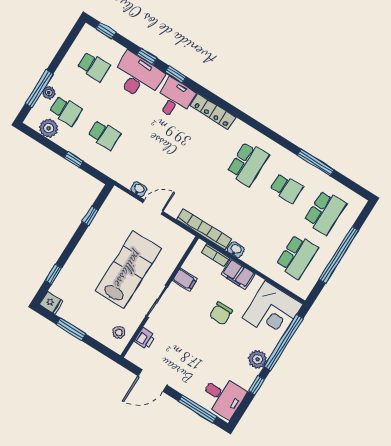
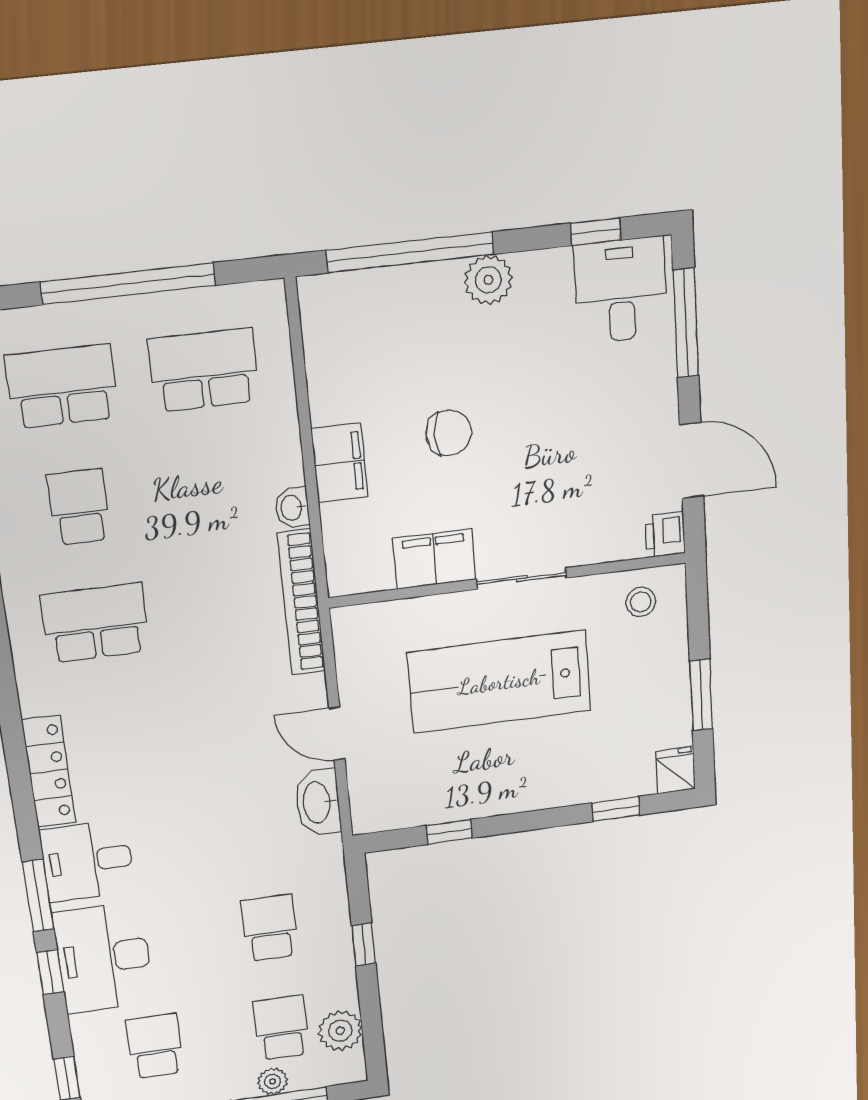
window: (176, 74) -> (38, 896), width x1.50
washbasin: (139, 189) -> (318, 802), width x1.91, depth x1.45
bookcase: (215, 255) -> (336, 539), removed
filing cabinet: (185, 280) -> (435, 559), width x2.00
corner desk: (272, 311) -> (361, 330), removed
printer: (145, 338) -> (665, 535), moved, turned -90
window: (257, 385) -> (596, 232), moved

